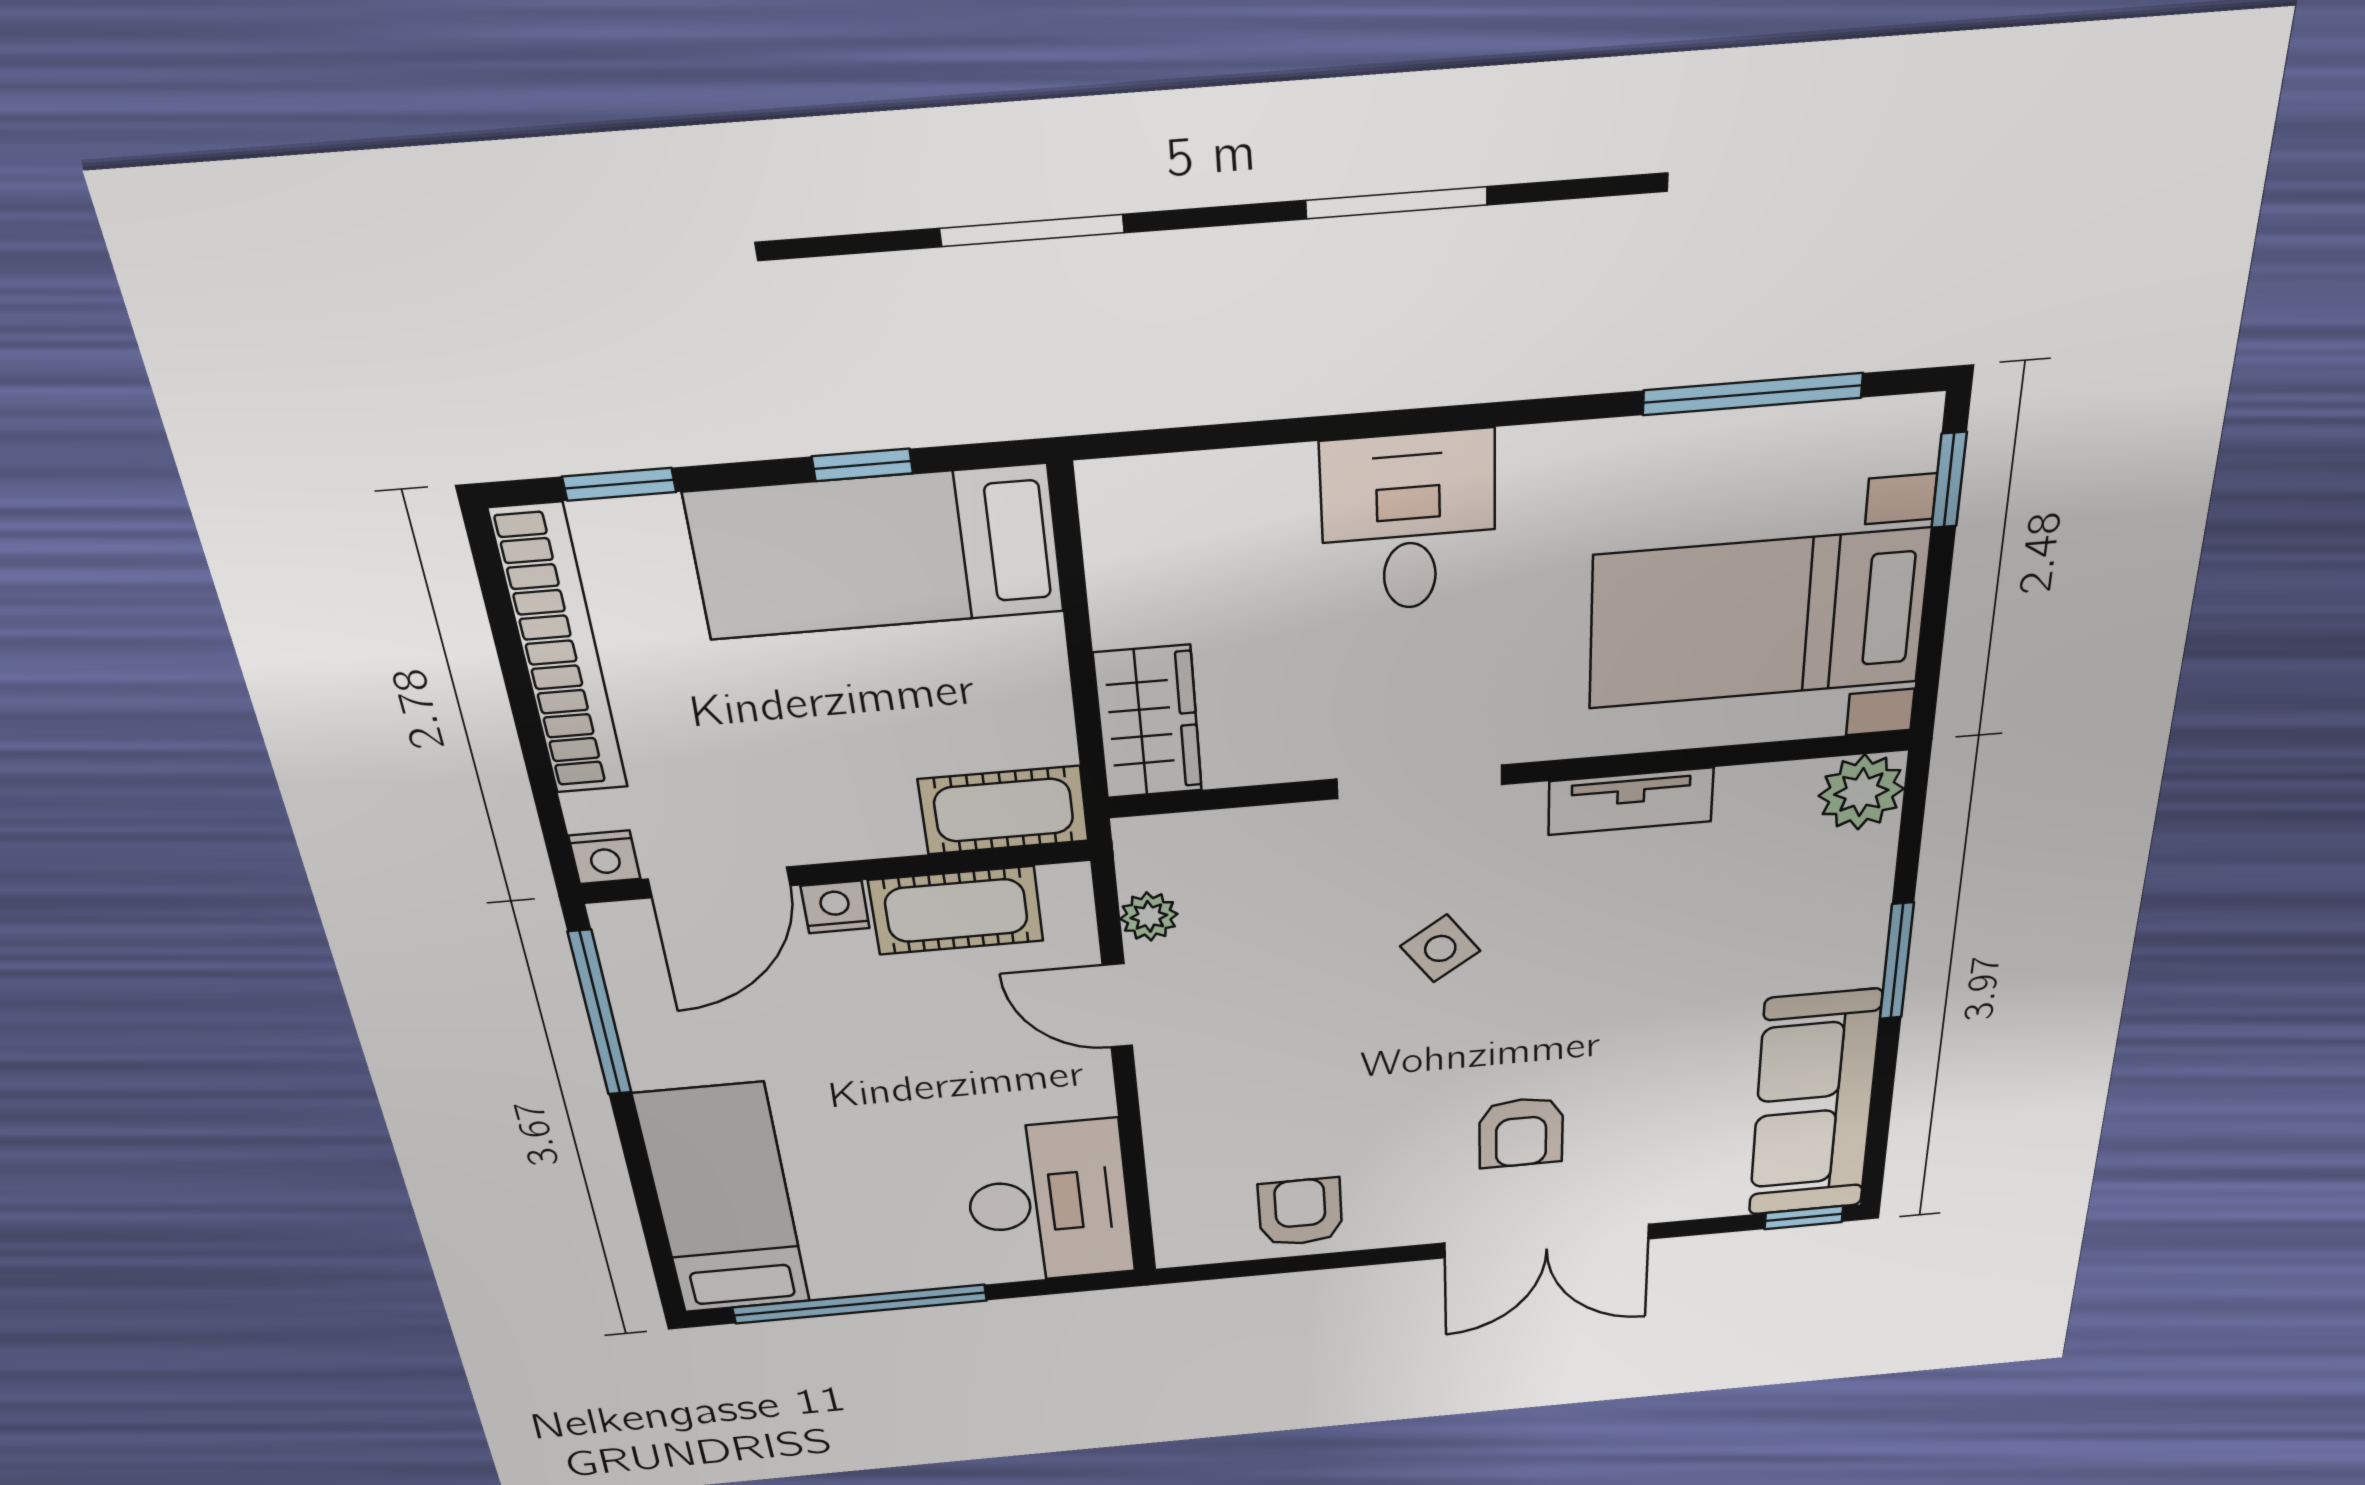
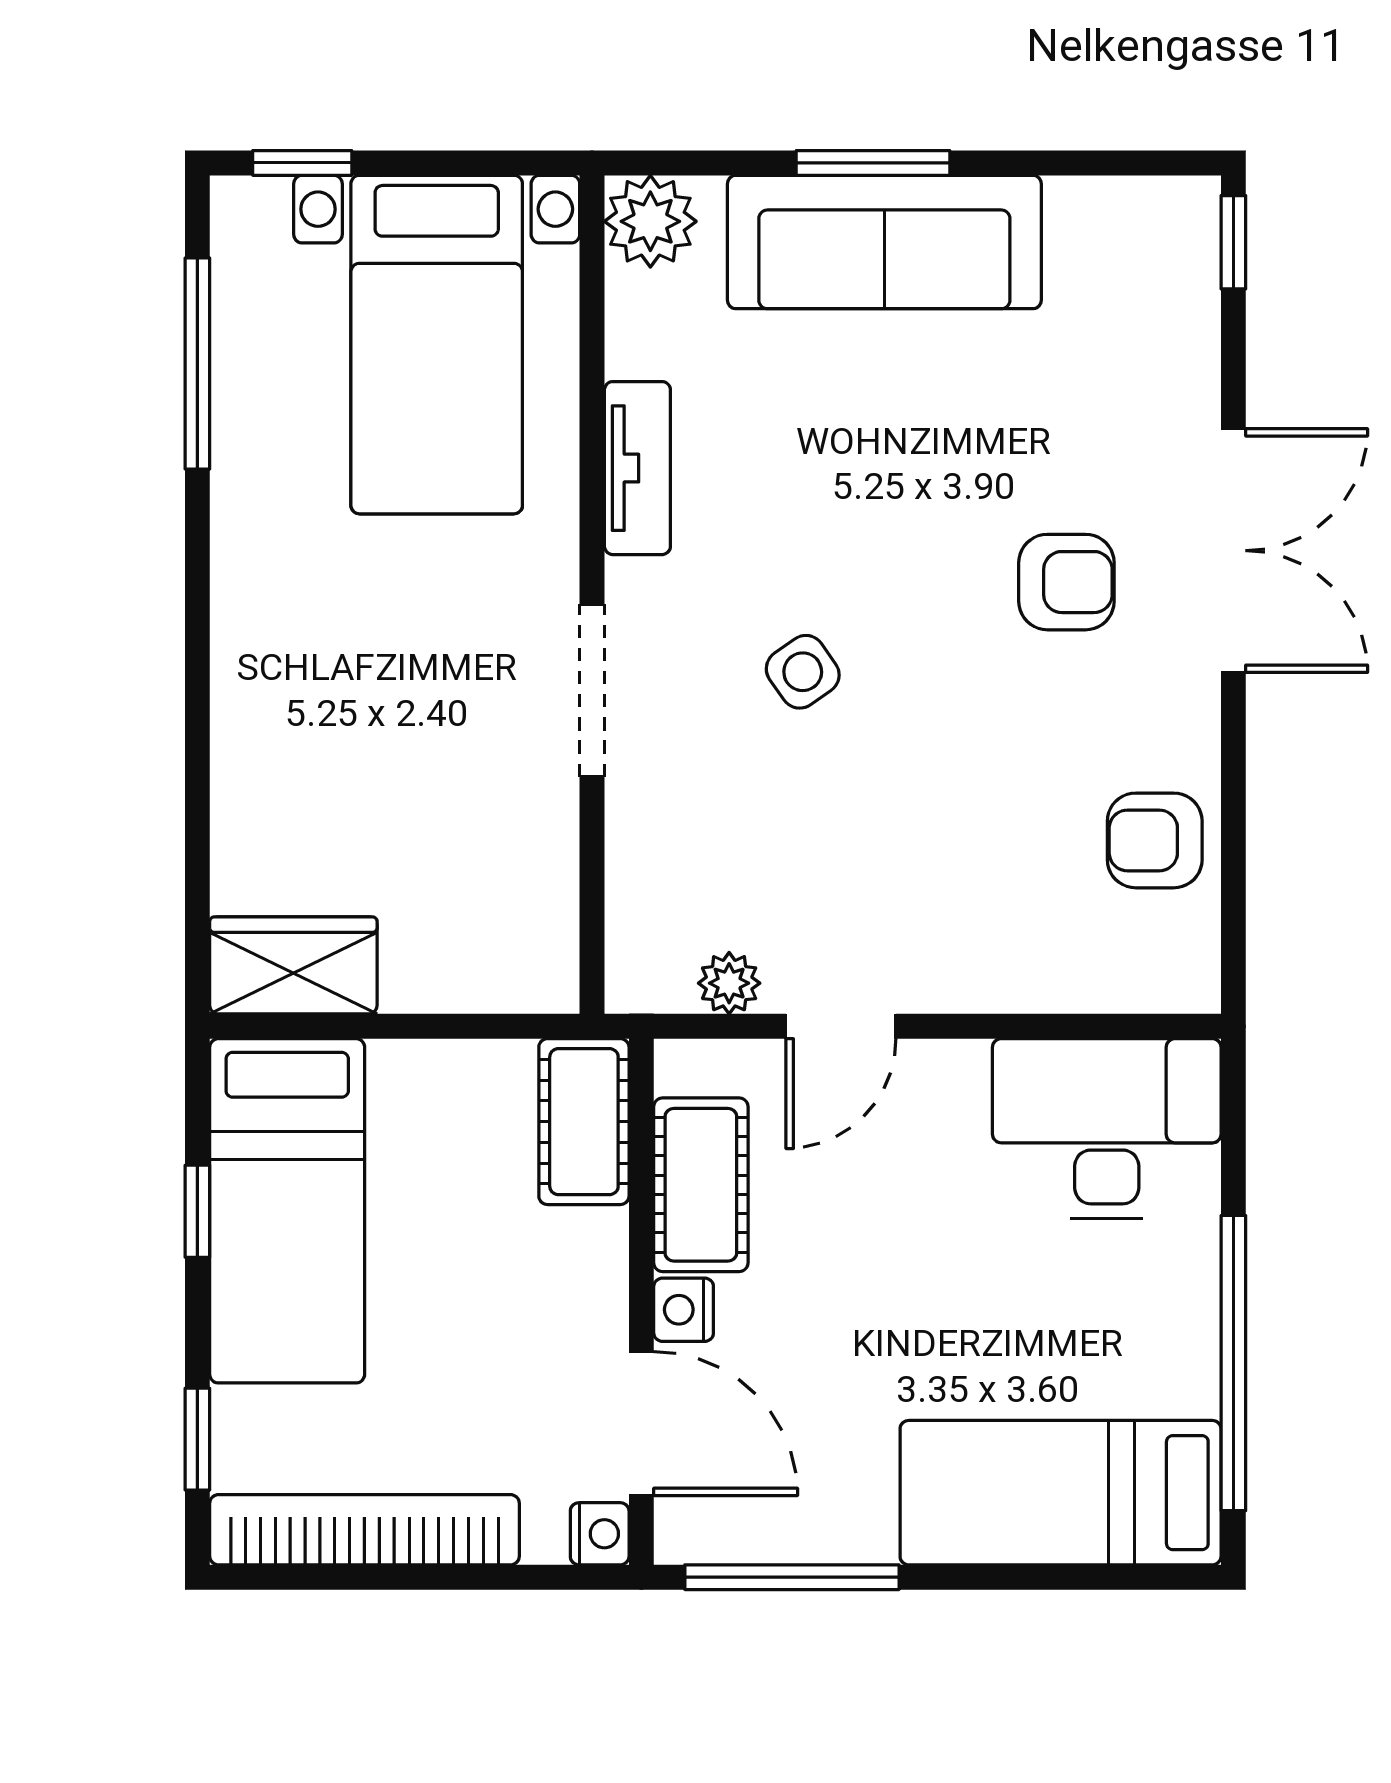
desk: (1409, 522) -> (301, 696), removed
wardrobe: (1148, 722) -> (293, 965), moved
sofa: (1814, 1104) -> (884, 242), moved

